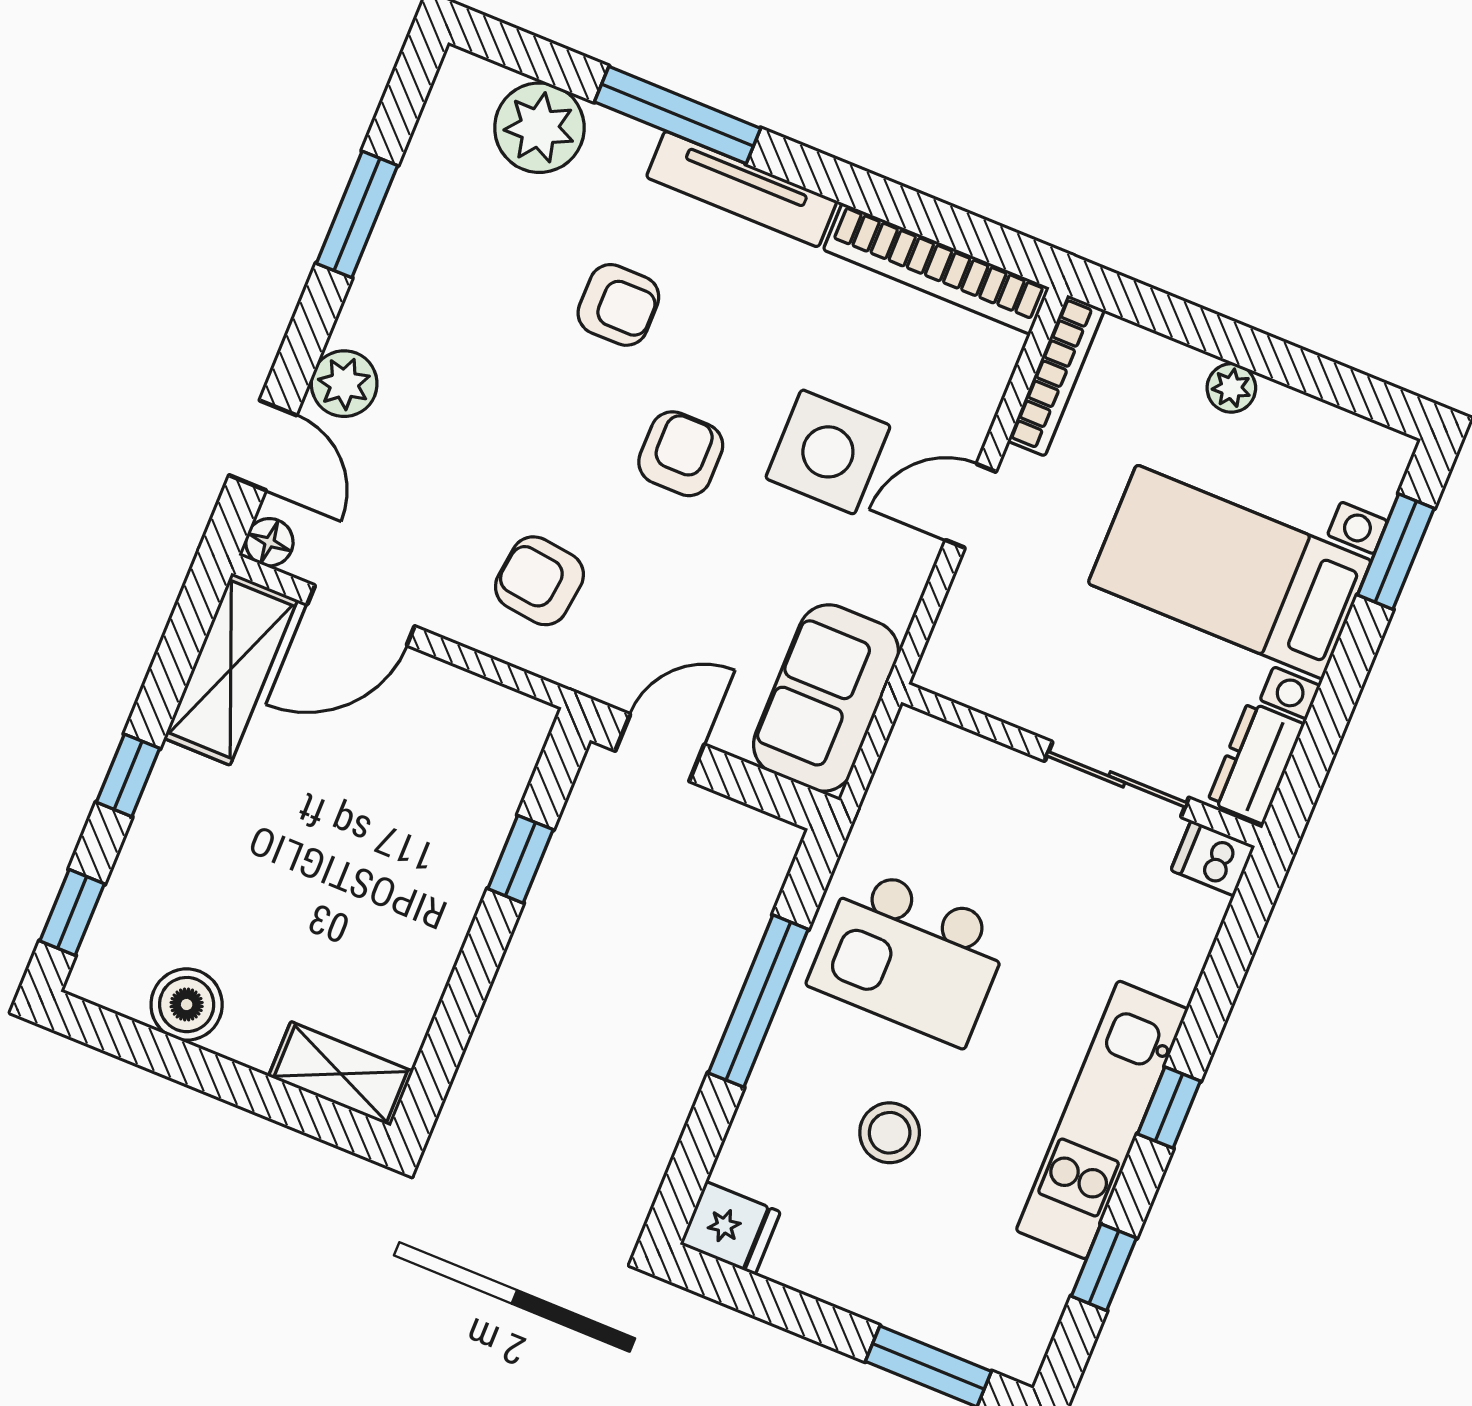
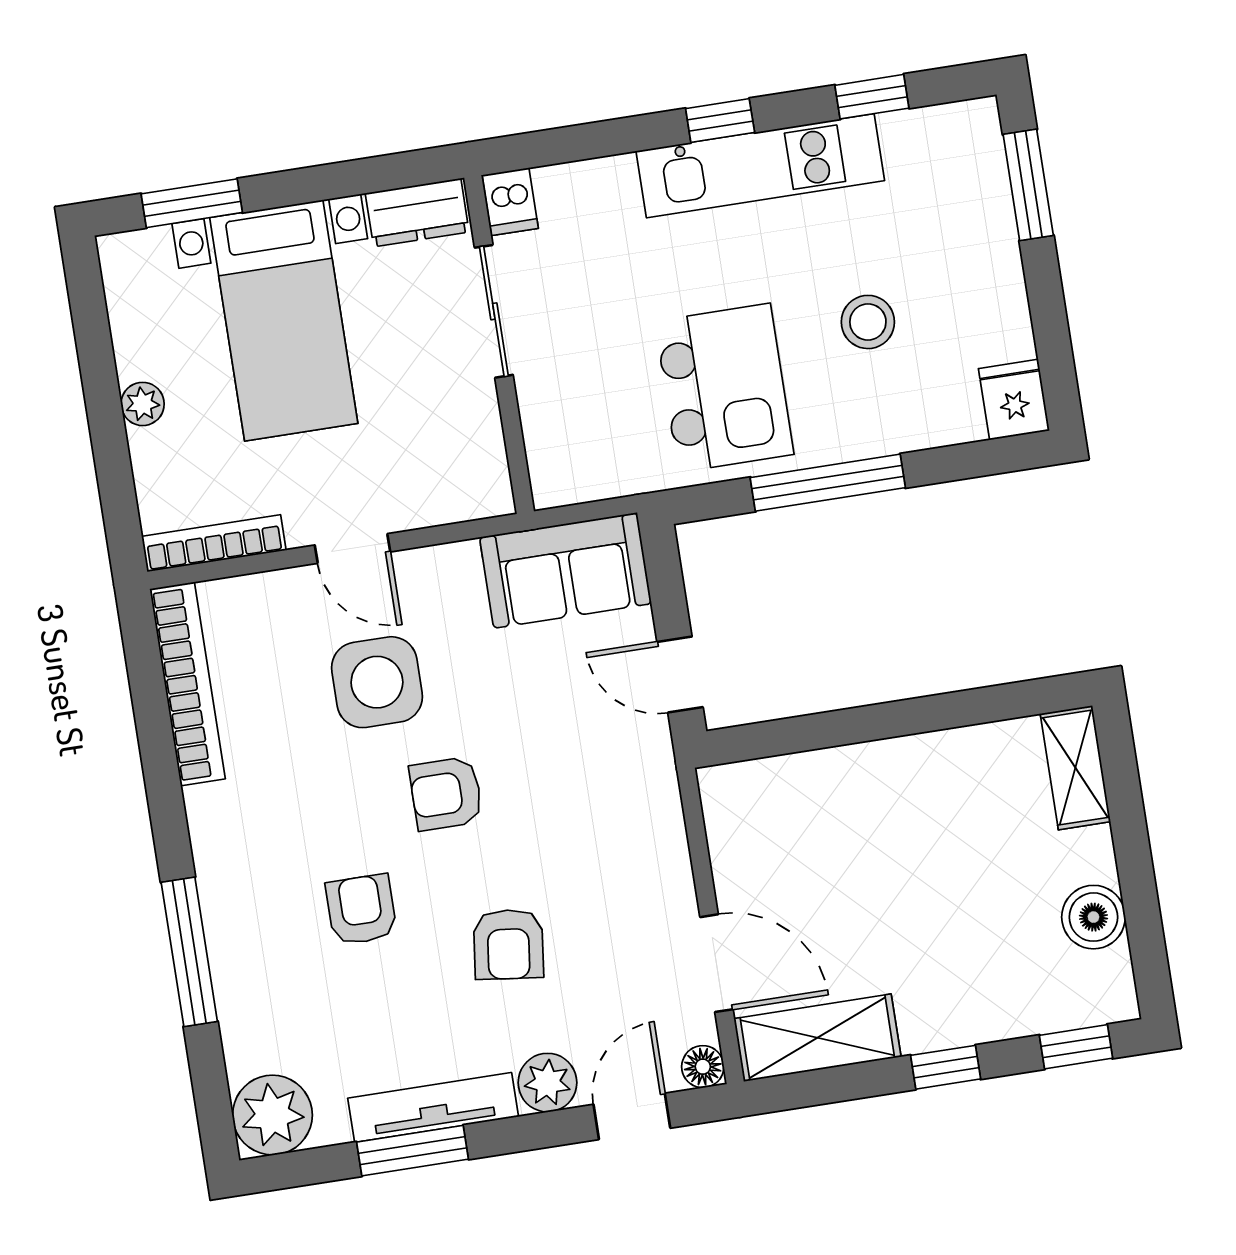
plant: (539, 128) -> (272, 1115), moved
tv unit: (742, 189) -> (433, 1107), moved, turned -90
armchair: (539, 581) -> (508, 944), moved
window: (520, 859) -> (829, 729), removed

